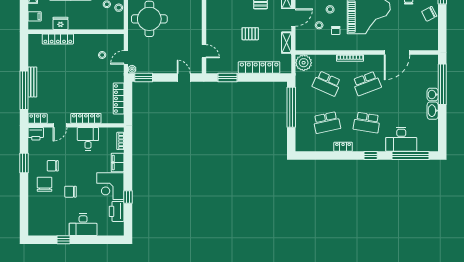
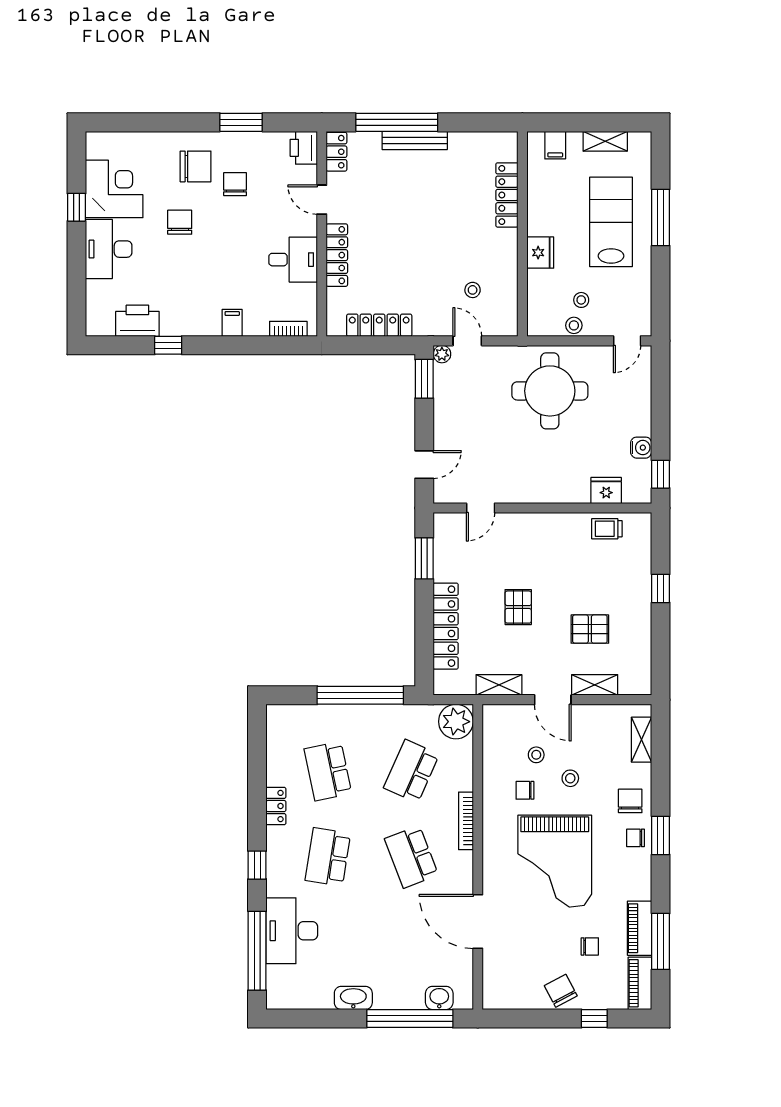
fridge: (60, 23) -> (540, 253), moved
washbasin: (433, 95) -> (439, 998), moved
filing cabinet: (118, 162) -> (232, 323), width x0.50
corner desk: (110, 186) -> (114, 189), moved, turned 90

